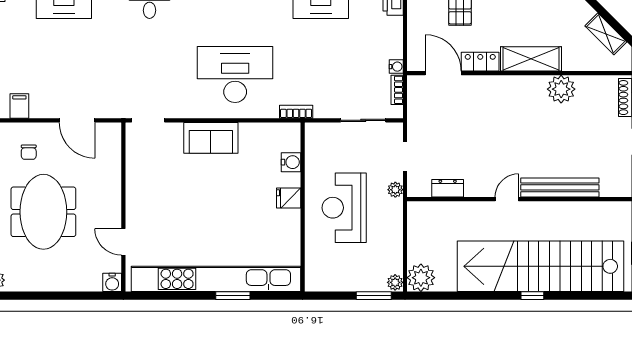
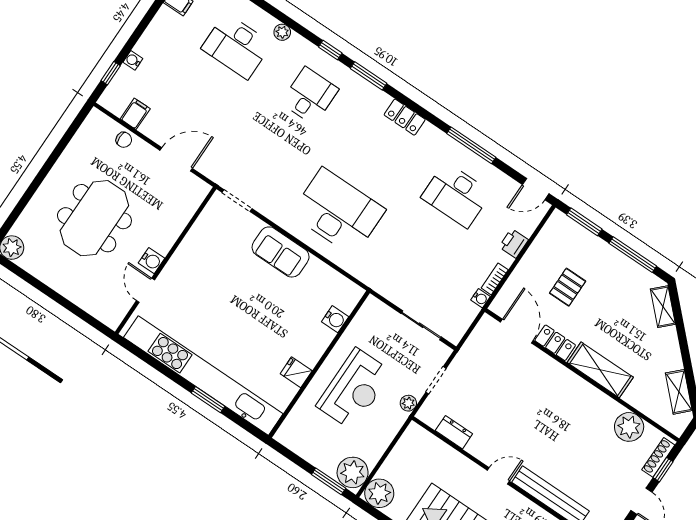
plant: (561, 89) -> (629, 427), moved
bookcase: (397, 90) -> (495, 279), moved
bookcase: (296, 112) -> (369, 279), removed
door: (77, 120) -> (176, 159), swing flipped
chair: (29, 152) -> (124, 140), moved, turned -90
fridge: (289, 198) -> (296, 372), moved
reception desk: (344, 208) -> (354, 389), turned 180
water cooler: (112, 282) -> (151, 261), moved, turned -90
plant: (395, 282) -> (353, 472), width x1.87, depth x1.87

